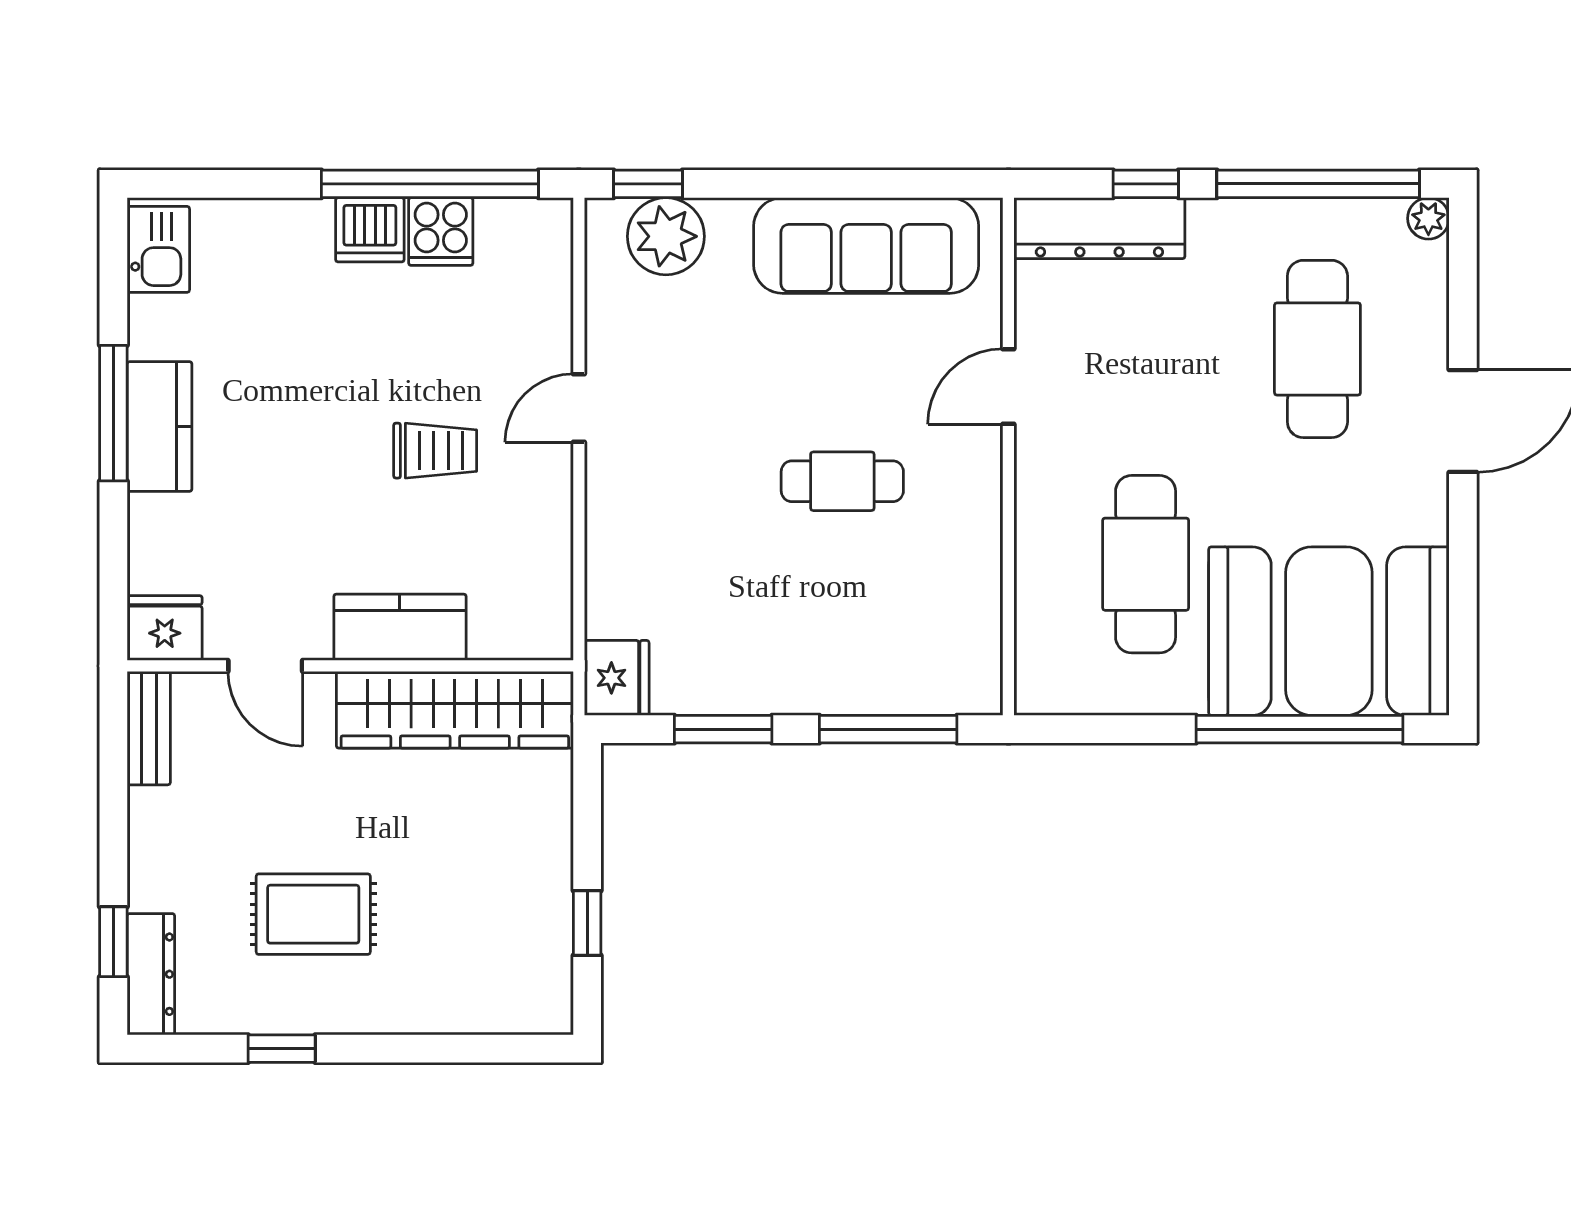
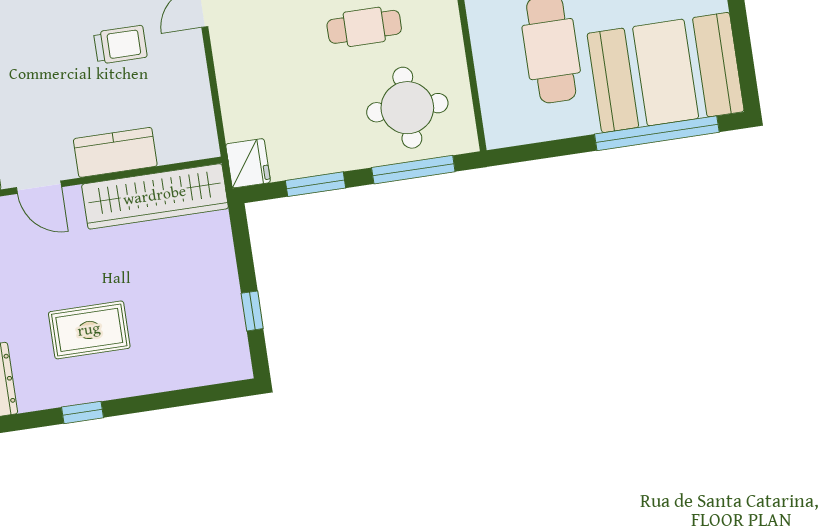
round table: (894, 625) -> (407, 108), added

